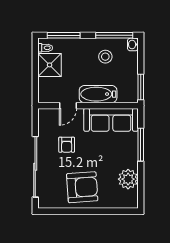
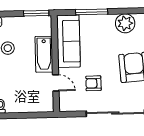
shower: (50, 65) -> (17, 102), removed
armchair: (67, 145) -> (93, 83), turned 180

